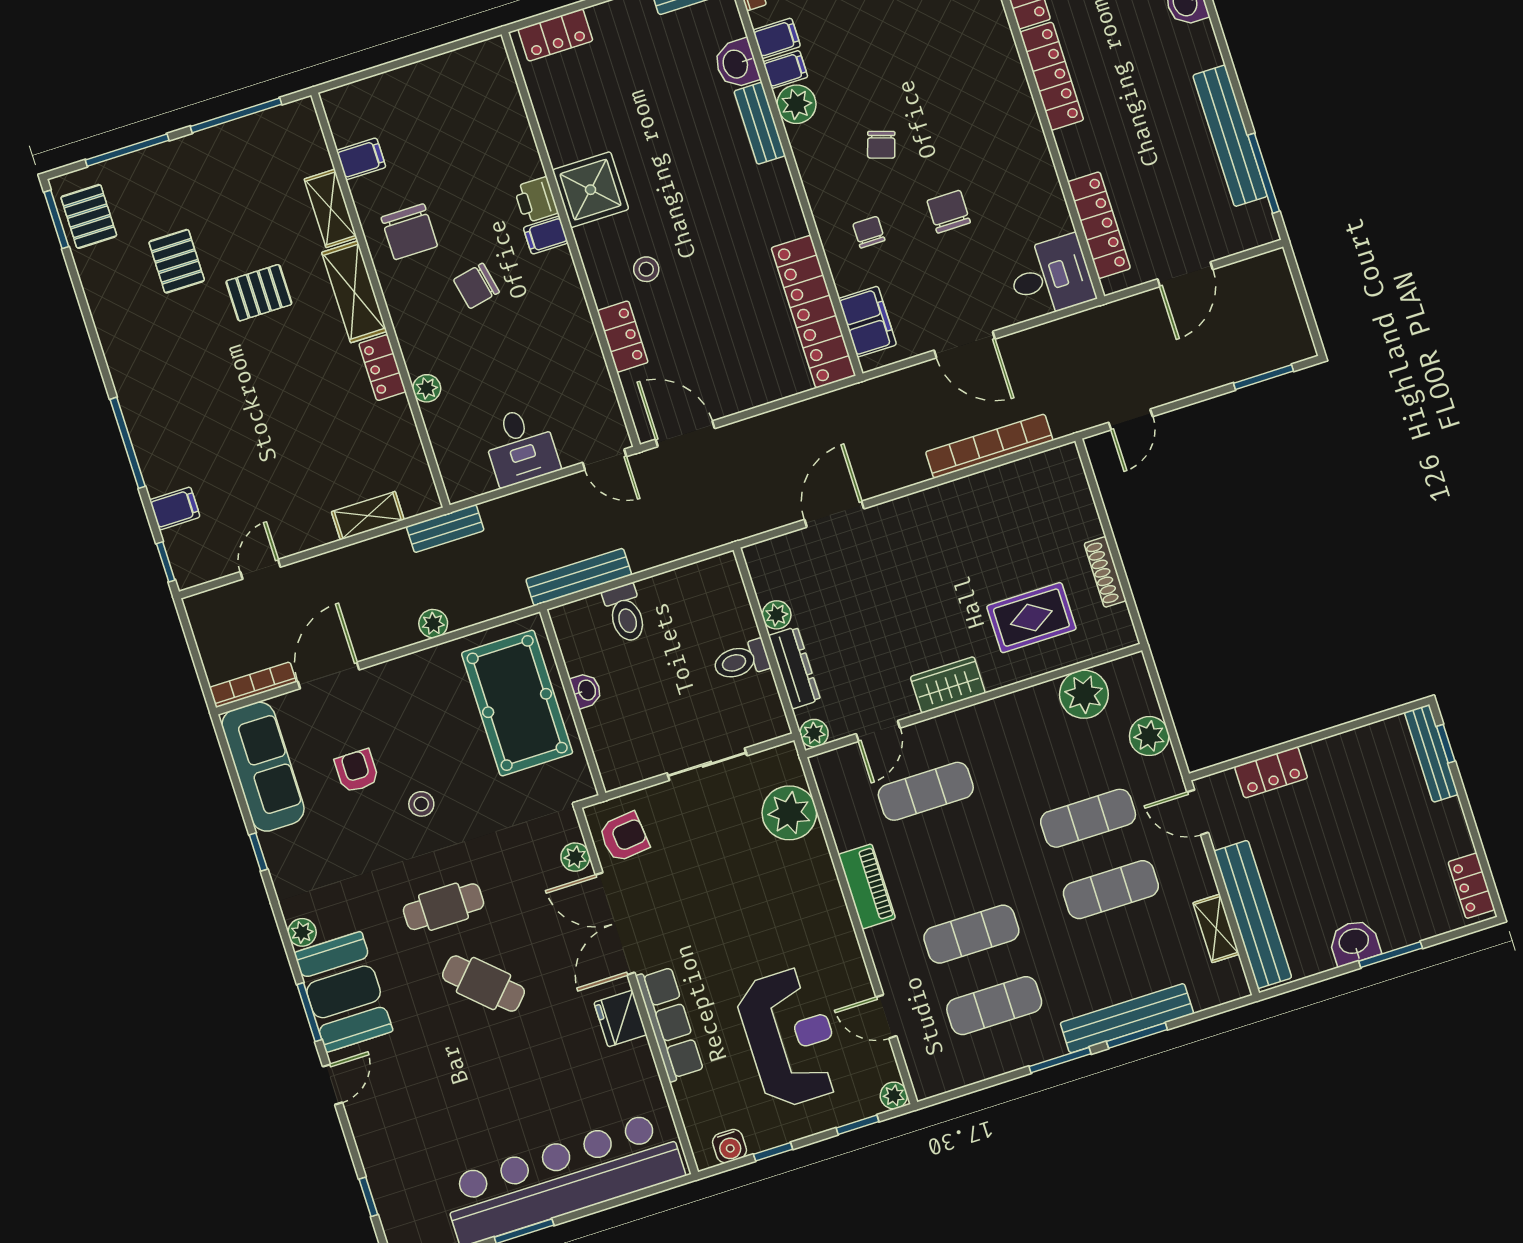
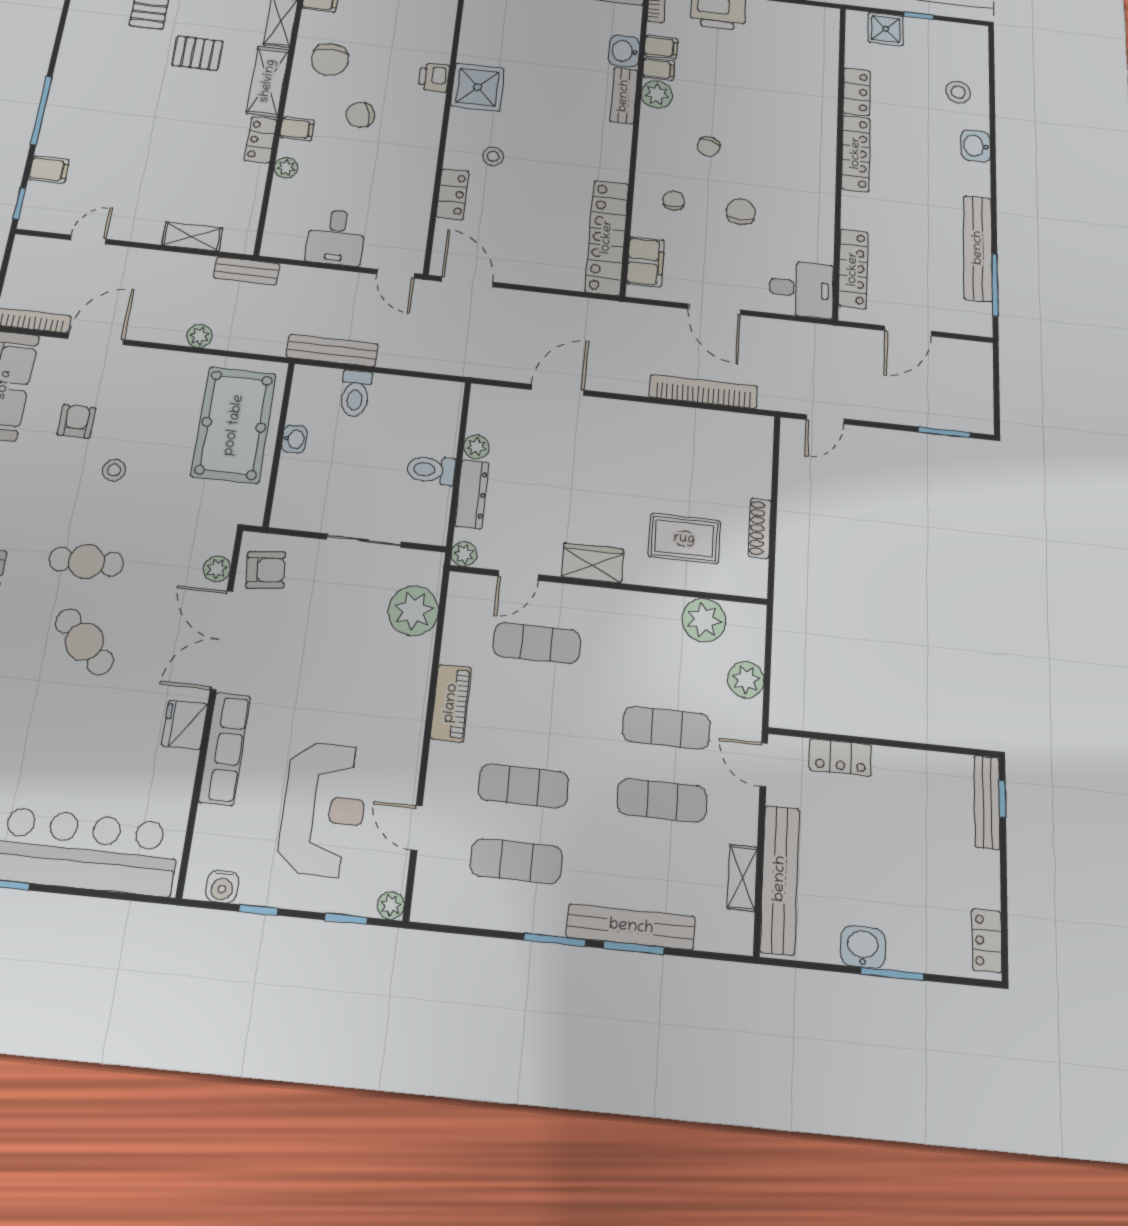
filing cabinet: (546, 235) -> (297, 129), moved, turned 180

